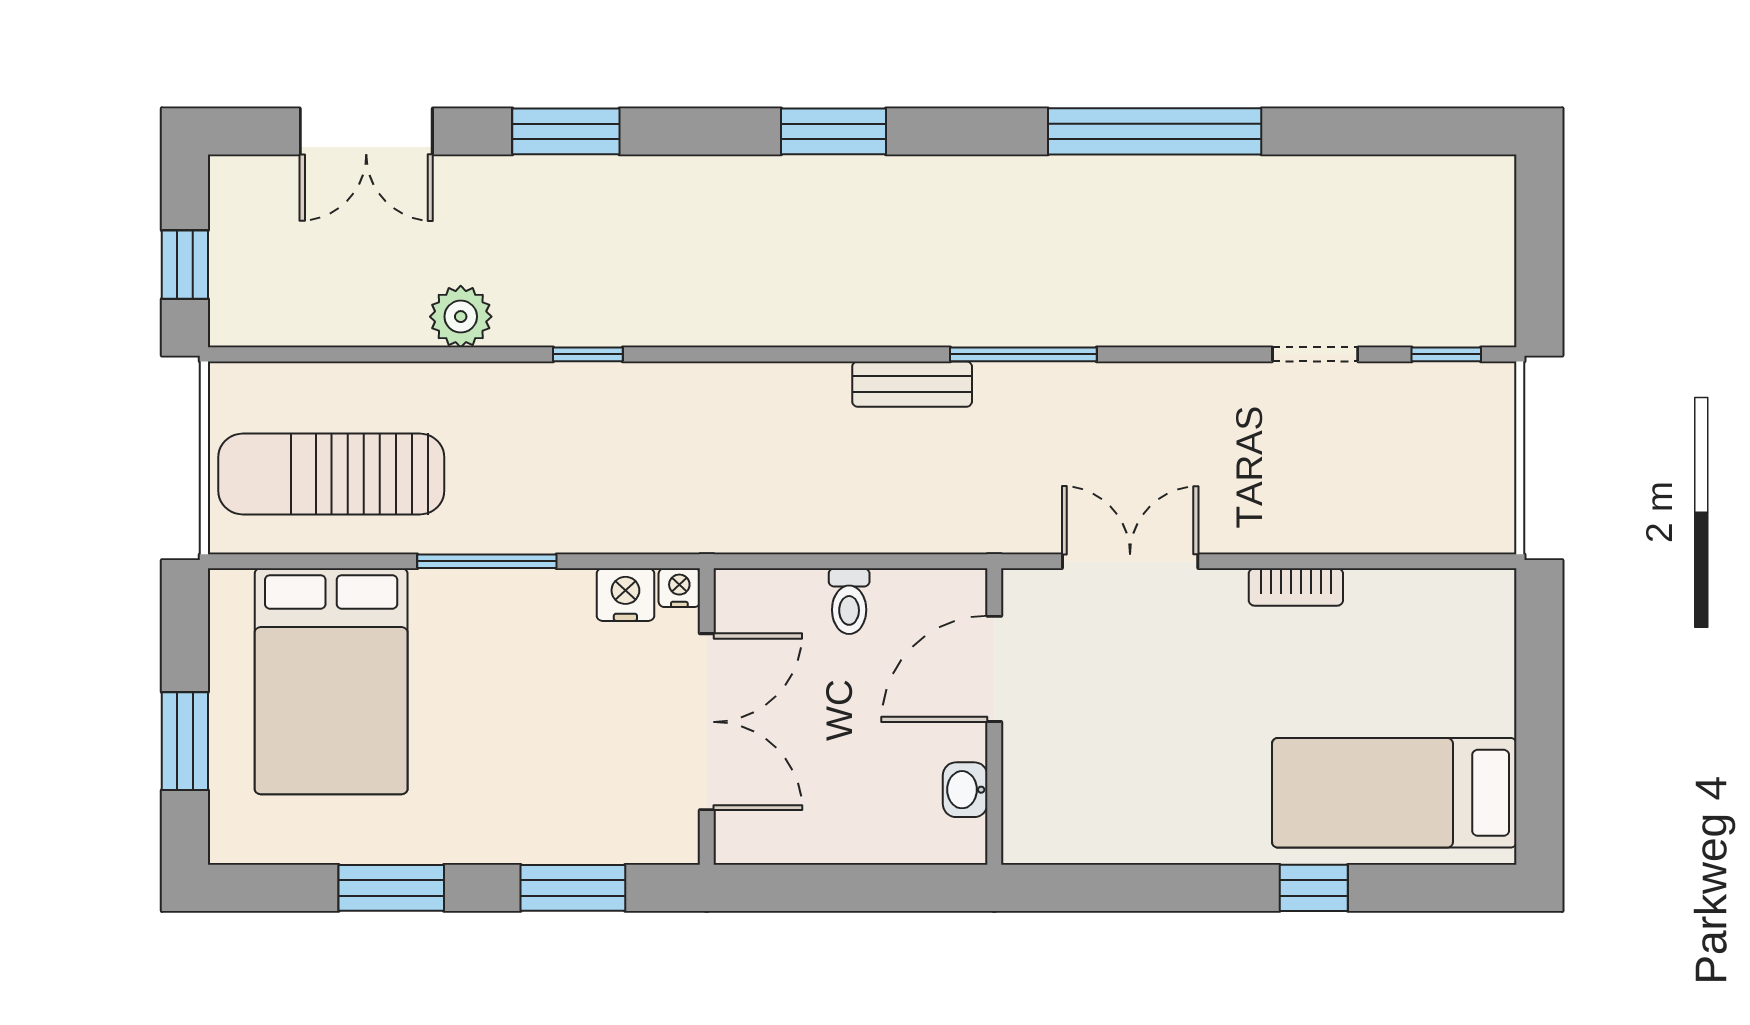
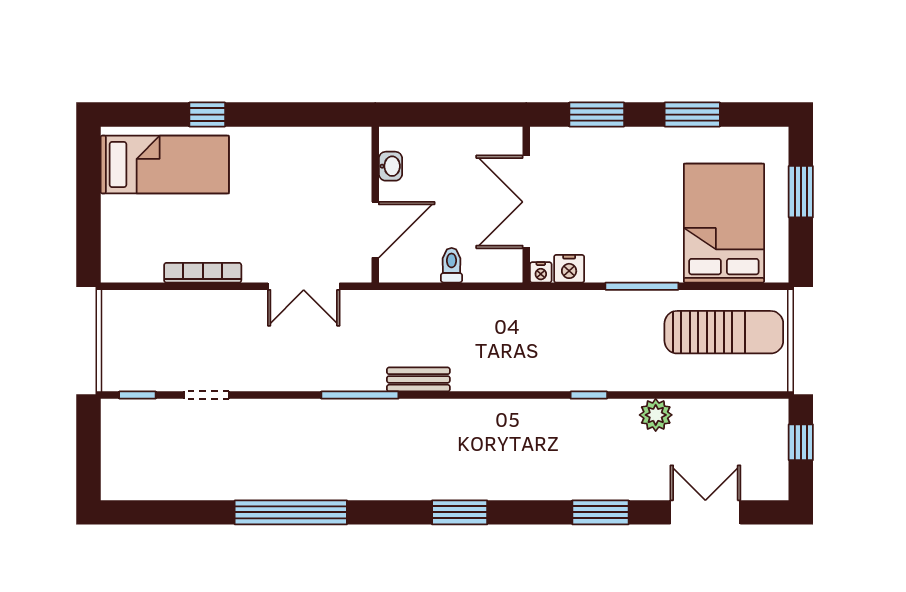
bookcase: (1296, 587) -> (203, 273), width x1.56

